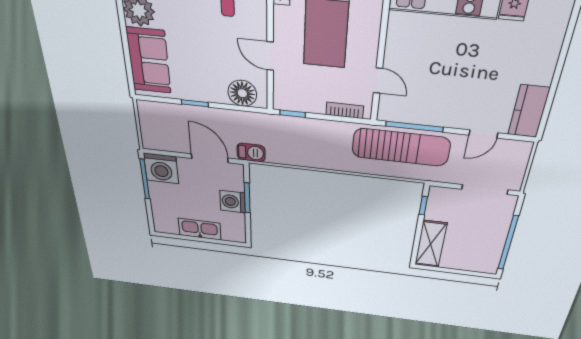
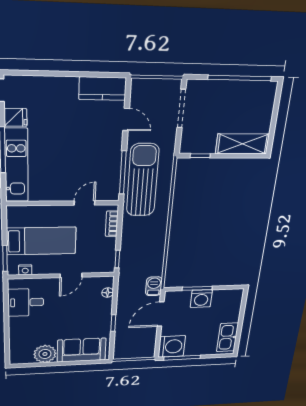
floor lamp: (242, 93) -> (108, 293), width x0.53, depth x0.53
kitchen sink: (200, 229) -> (228, 337), moved

